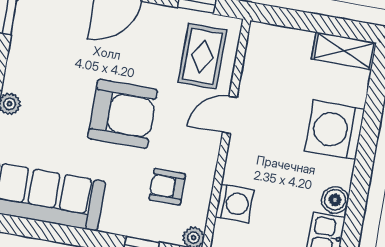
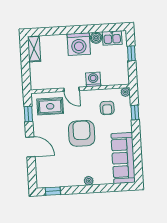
washing machine: (335, 130) -> (79, 44), moved
washing machine: (235, 203) -> (93, 79), moved

